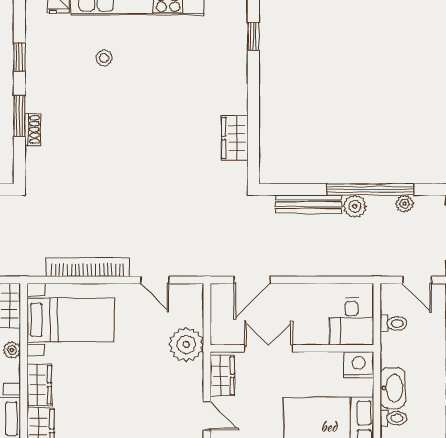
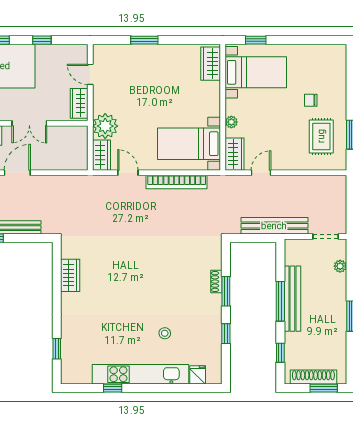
door: (252, 280) -> (17, 173), moved
double door: (269, 348) -> (29, 123), moved
wardrobe: (39, 385) -> (101, 155), moved, turned 180

